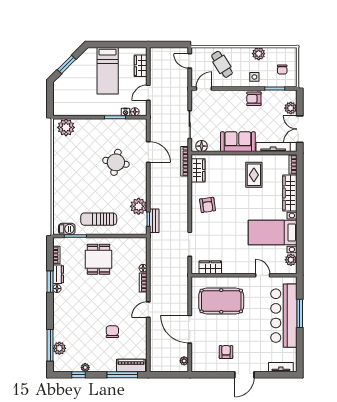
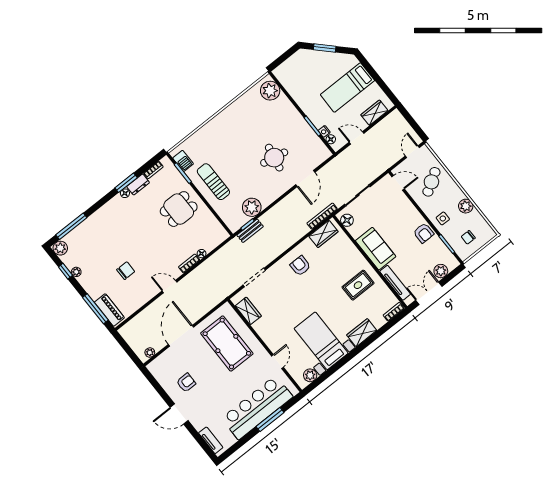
armchair: (254, 99) -> (424, 233), turned 180
wardrobe: (290, 193) -> (362, 333), width x0.67
armchair: (207, 205) -> (300, 266), turned 98
plant: (59, 348) -> (60, 248), moved

